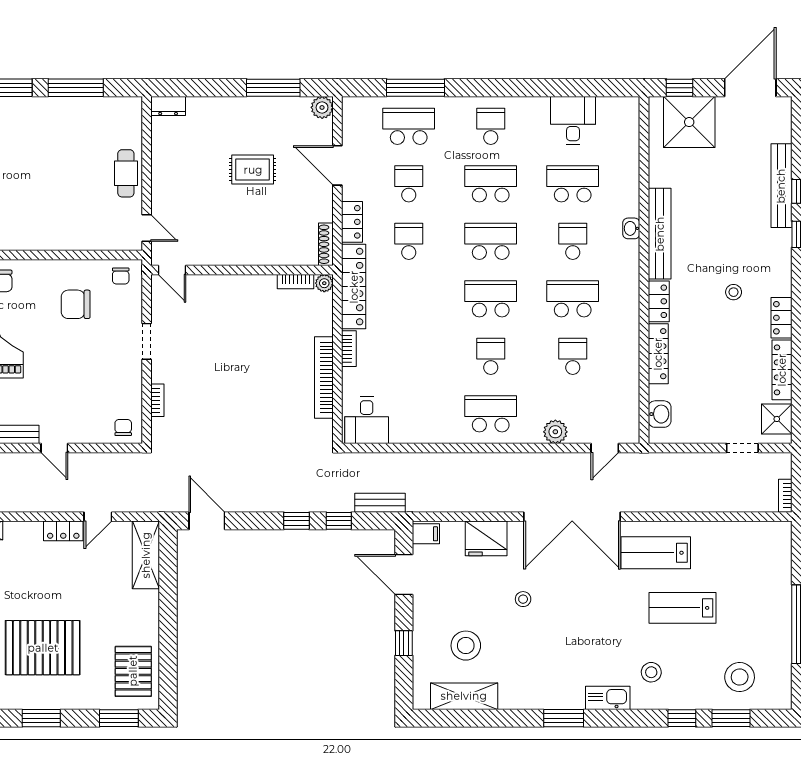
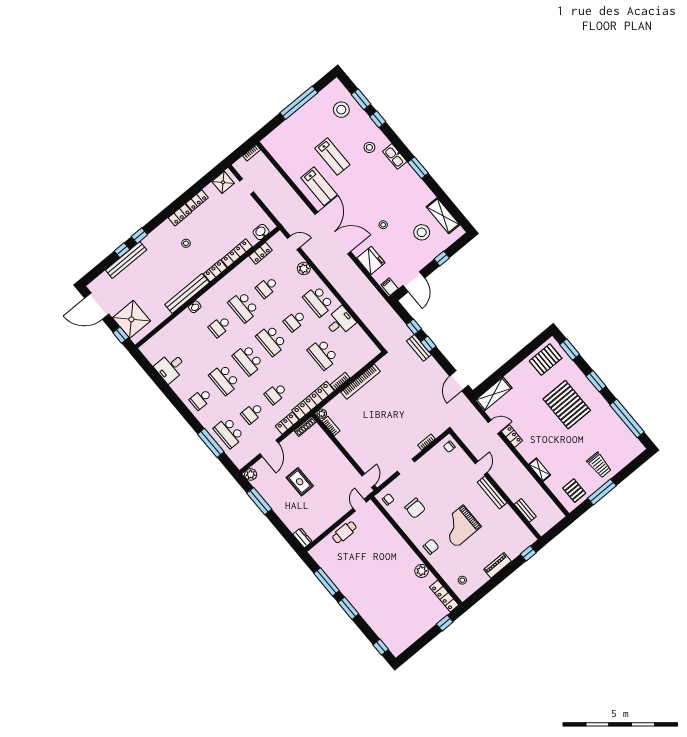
school desk: (573, 184) -> (323, 354), moved
locker: (782, 370) -> (197, 200), width x0.66
locker: (629, 388) -> (261, 253), added
desk: (367, 420) -> (340, 322), moved
bench: (380, 503) -> (419, 348), moved

